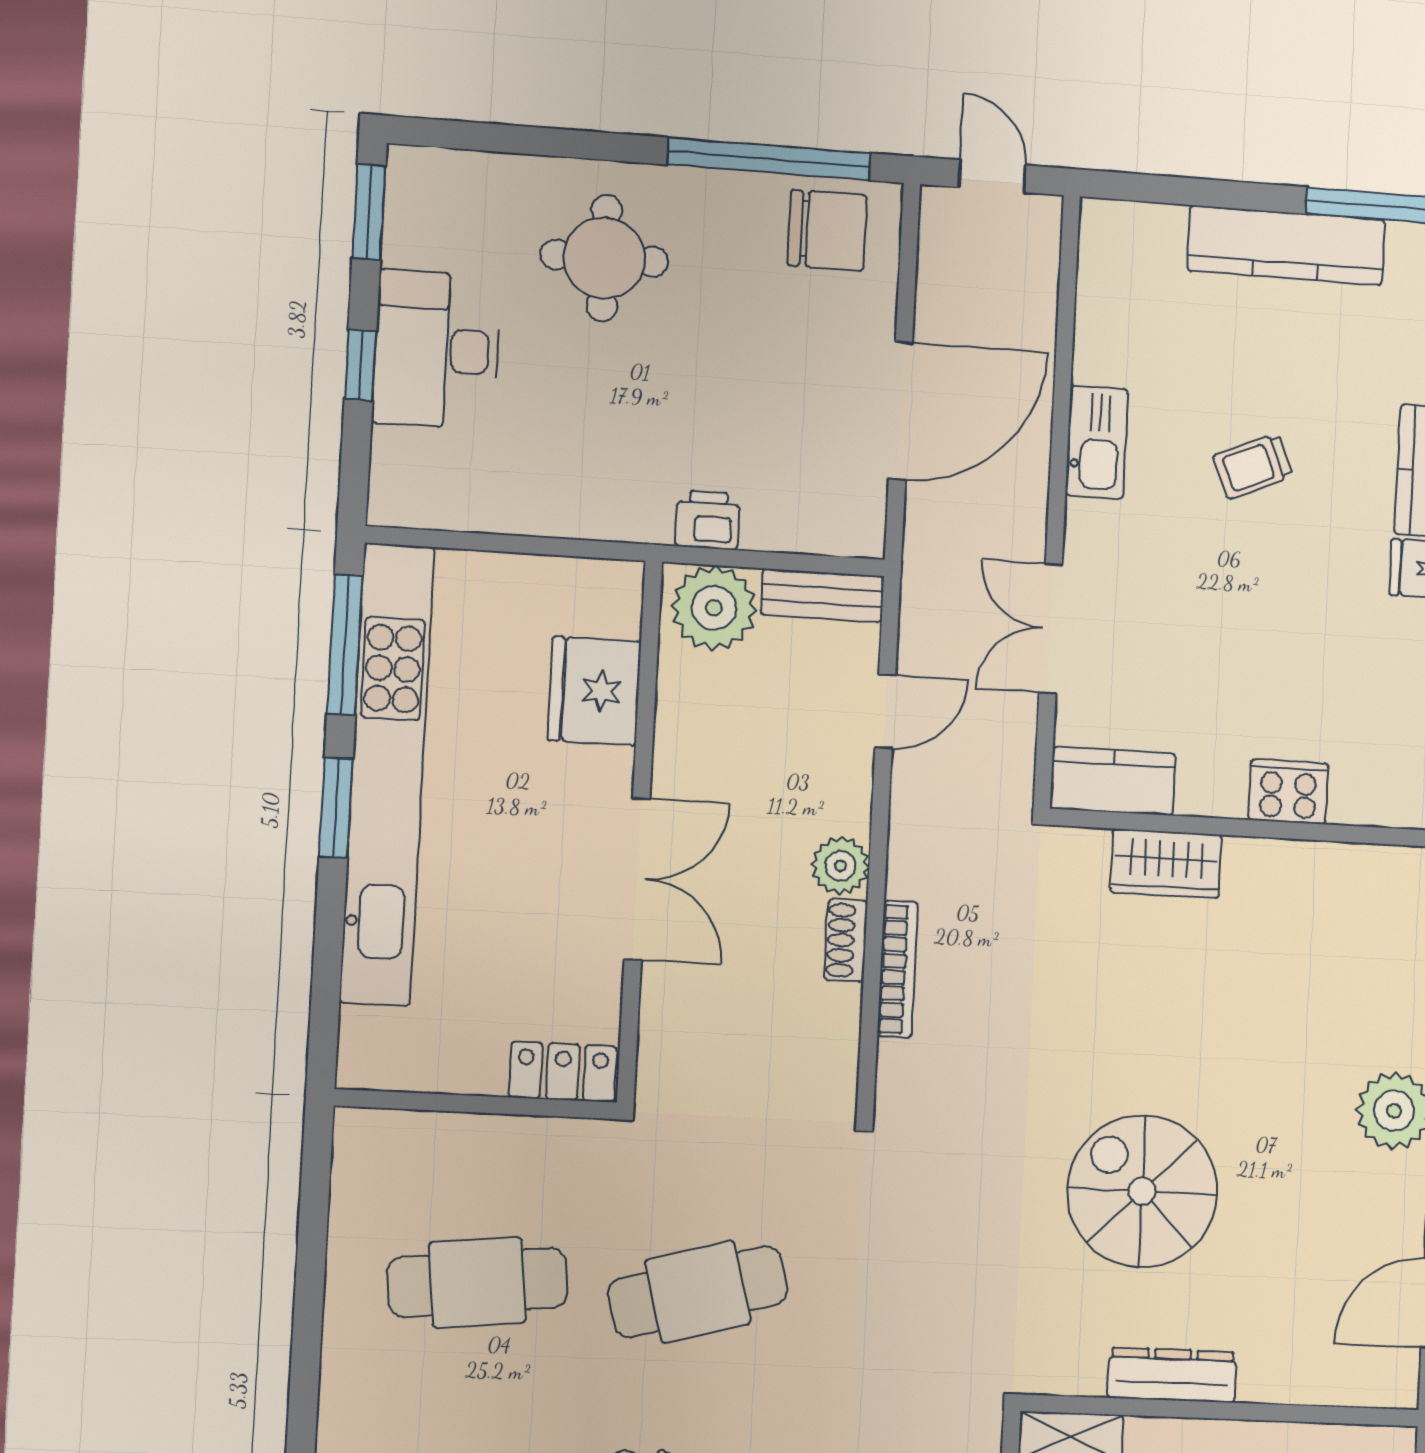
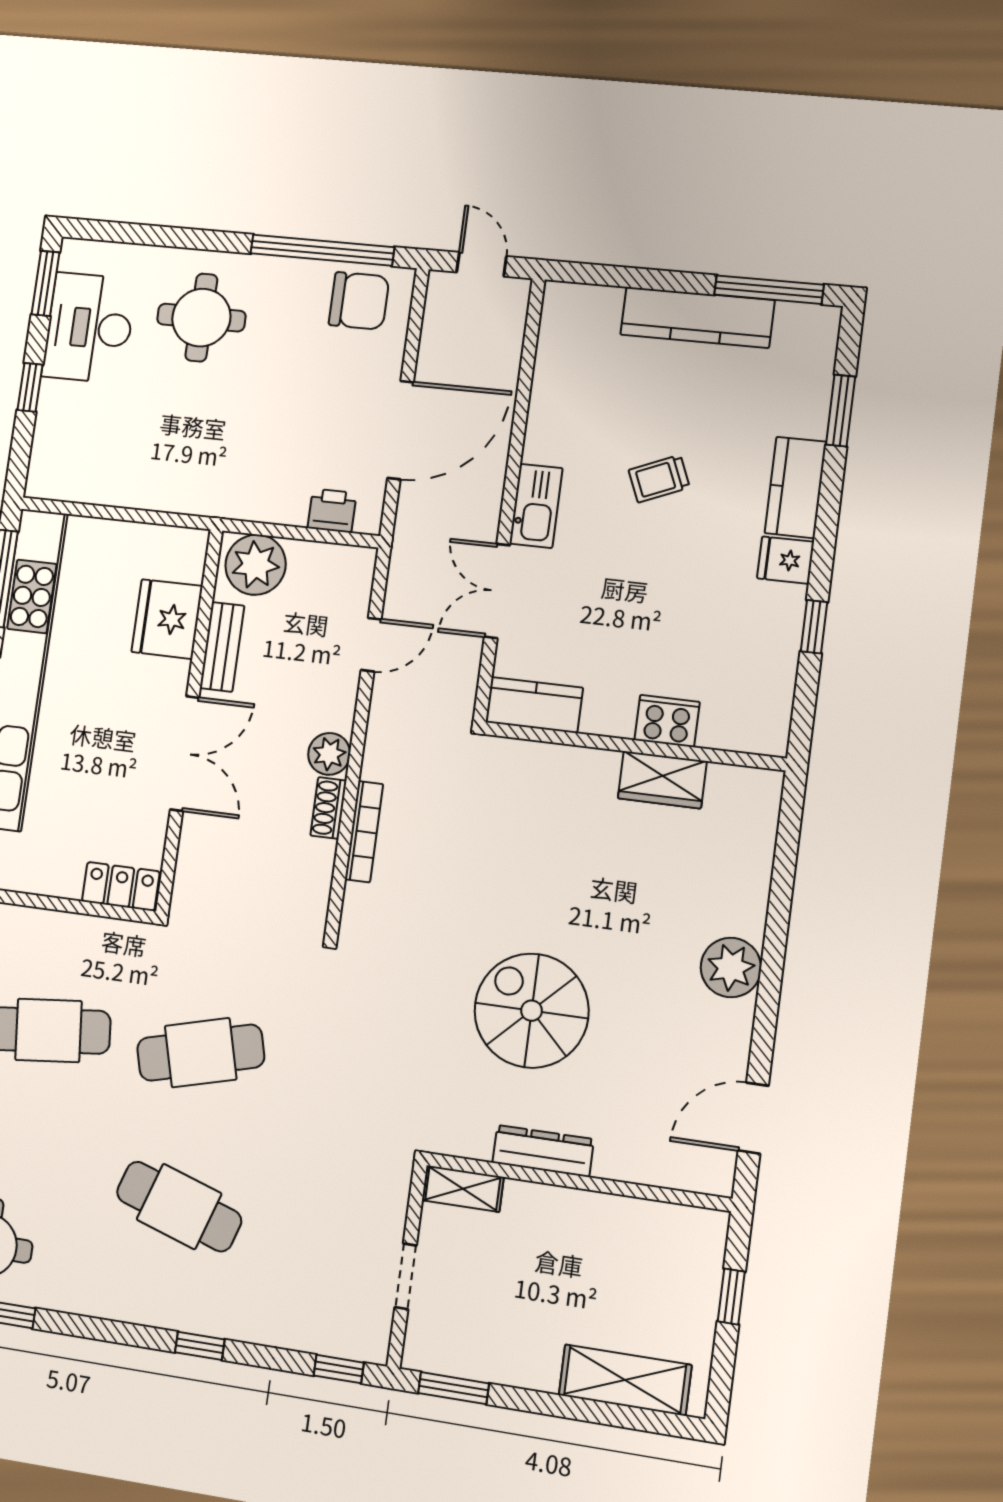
desk: (437, 350) -> (89, 328), moved
kitchen sink: (1097, 442) -> (536, 506), moved
printer: (708, 520) -> (332, 511), moved
bench: (822, 595) -> (222, 647), moved, turned 90
wardrobe: (1166, 864) -> (662, 780), moved

